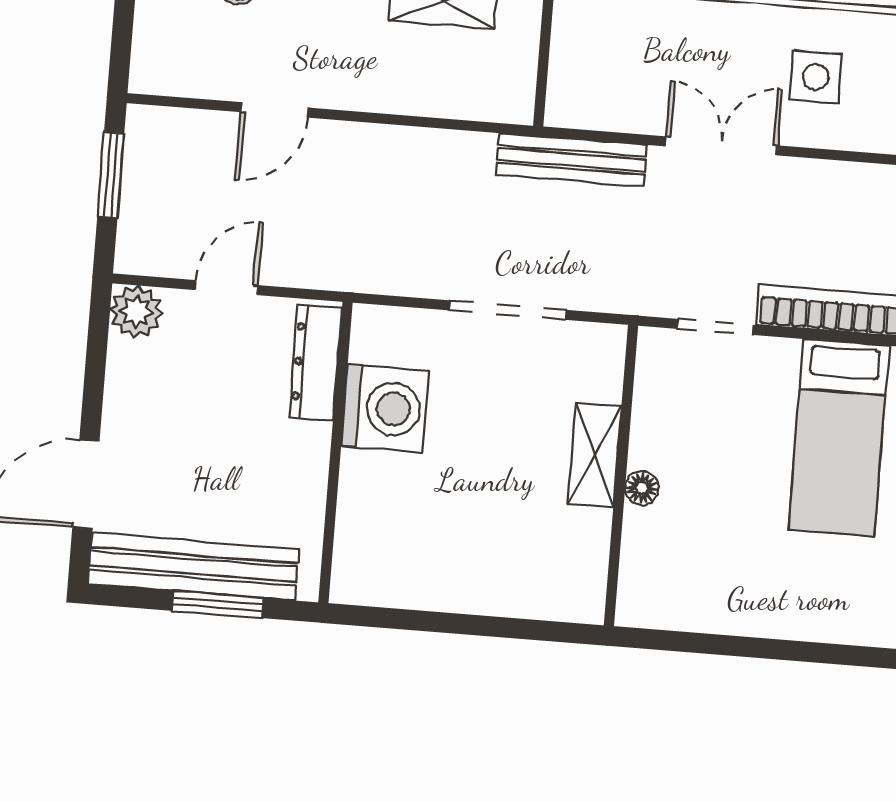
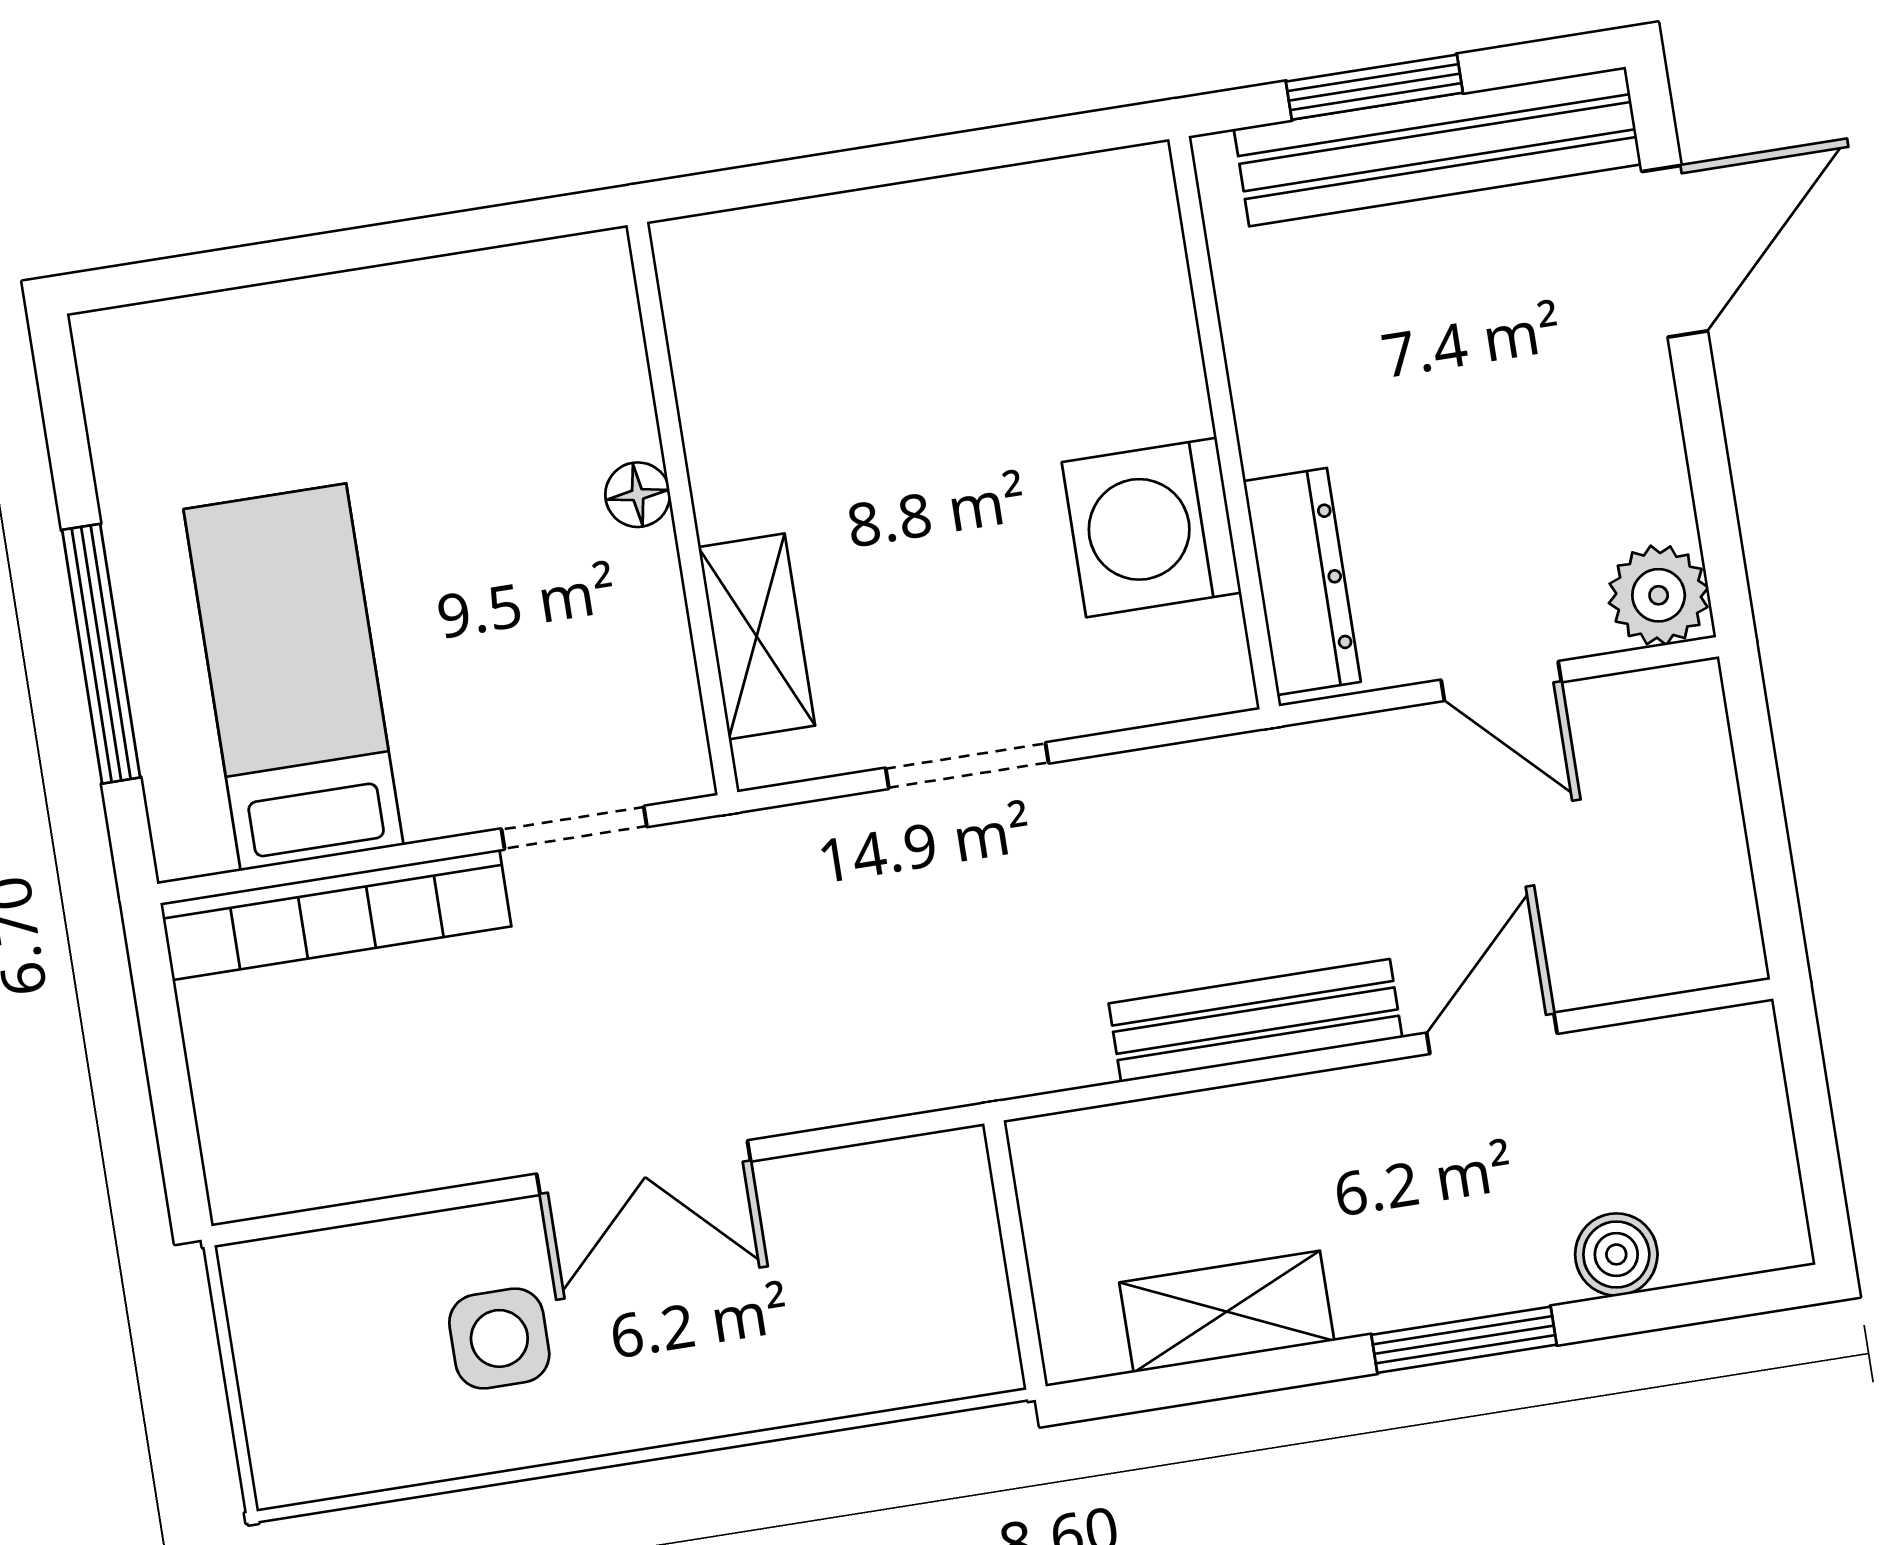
bench: (572, 160) -> (1255, 1021), moved
window: (111, 175) -> (1768, 838), removed
door: (227, 288) -> (1501, 681), hinge flipped
doorway: (508, 310) -> (967, 766), width x0.73
shelving: (595, 455) -> (757, 636), moved

